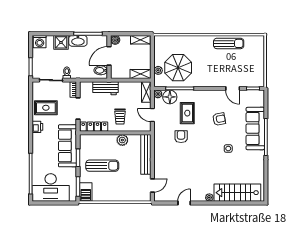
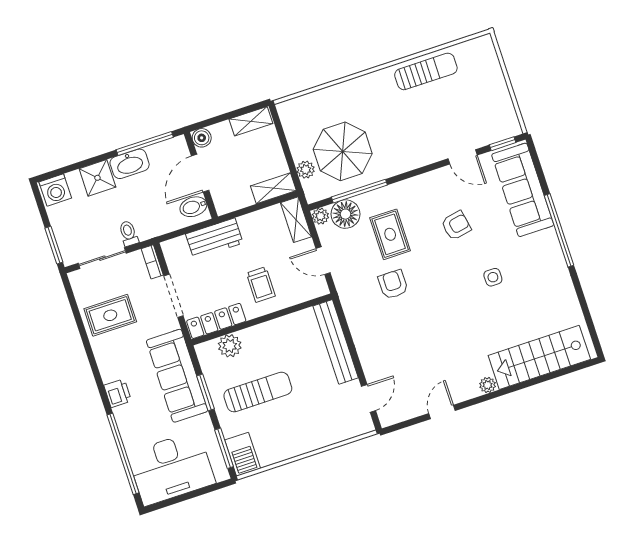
printer: (37, 127) -> (118, 393), moved
sofa: (255, 129) -> (523, 190), moved
plant: (122, 140) -> (230, 346), moved

